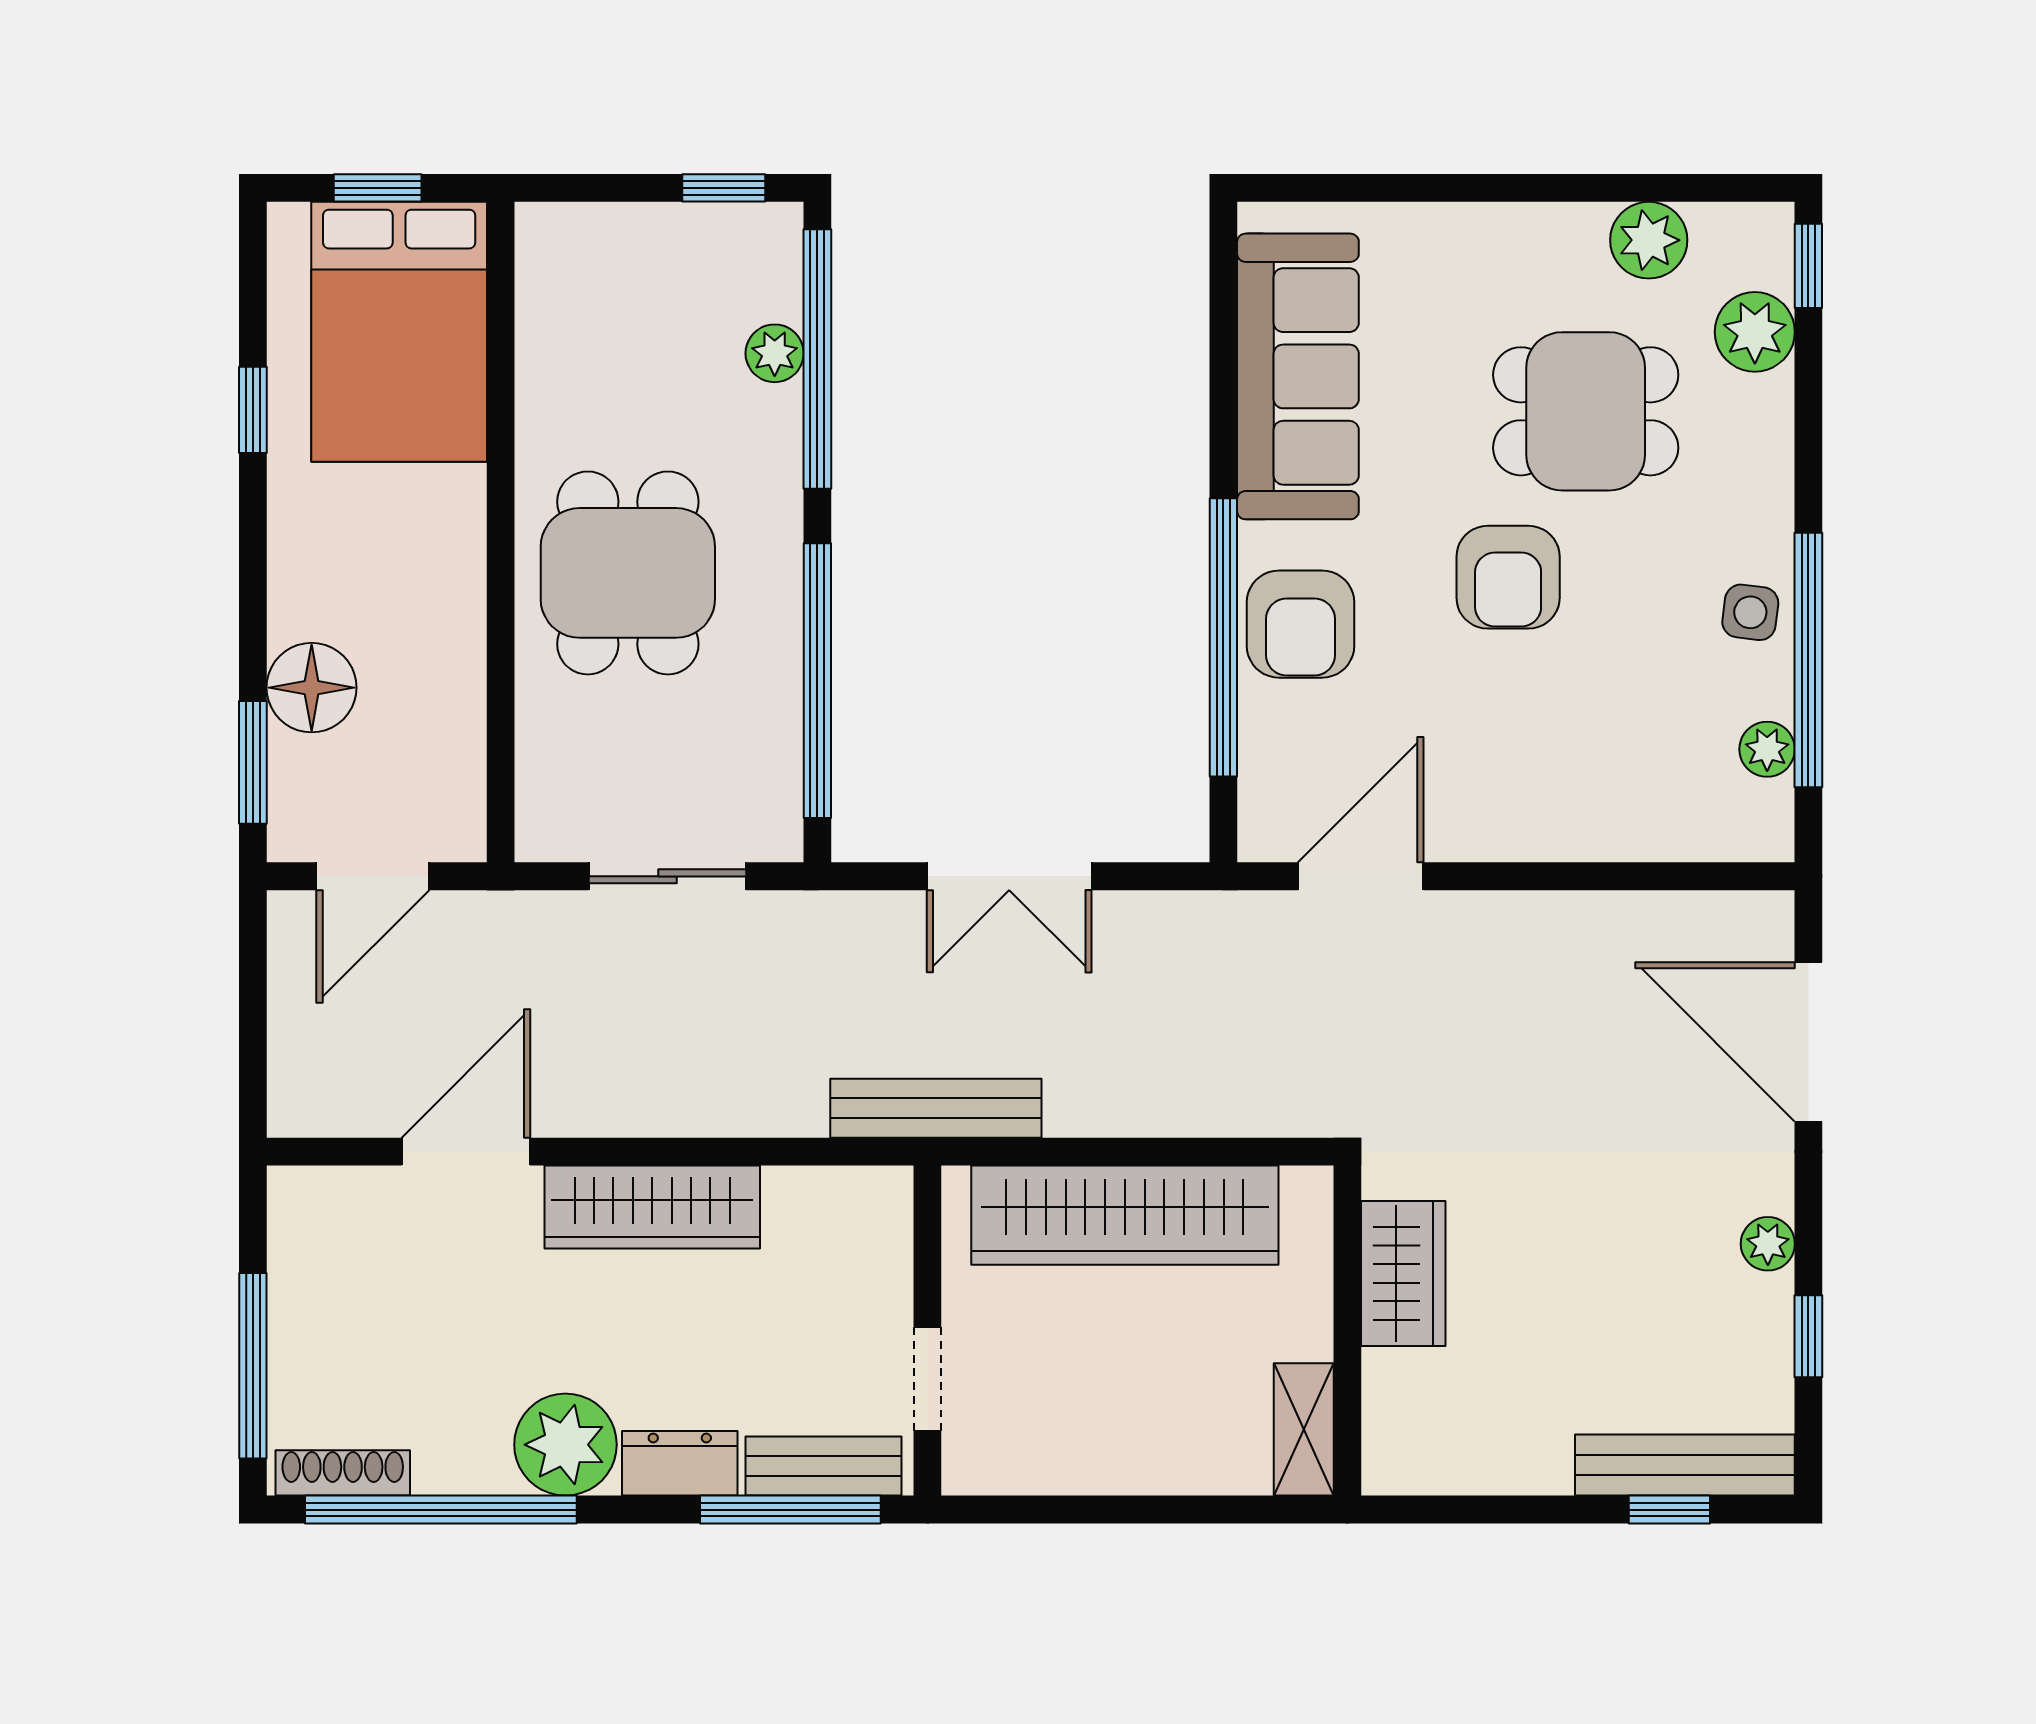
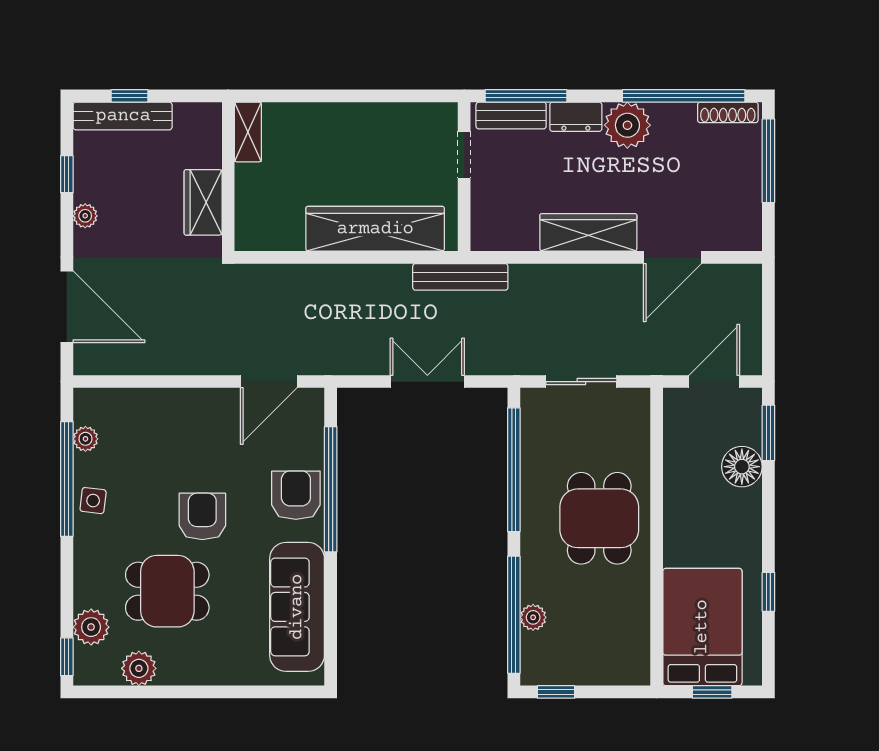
wardrobe: (1403, 1273) -> (203, 202), moved
wall: (1347, 1331) -> (228, 177), moved
shelving: (1304, 1429) -> (248, 132), moved

